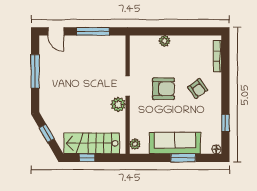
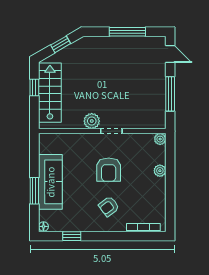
door: (56, 31) -> (170, 54), swing flipped
plant: (135, 144) -> (160, 139), moved

